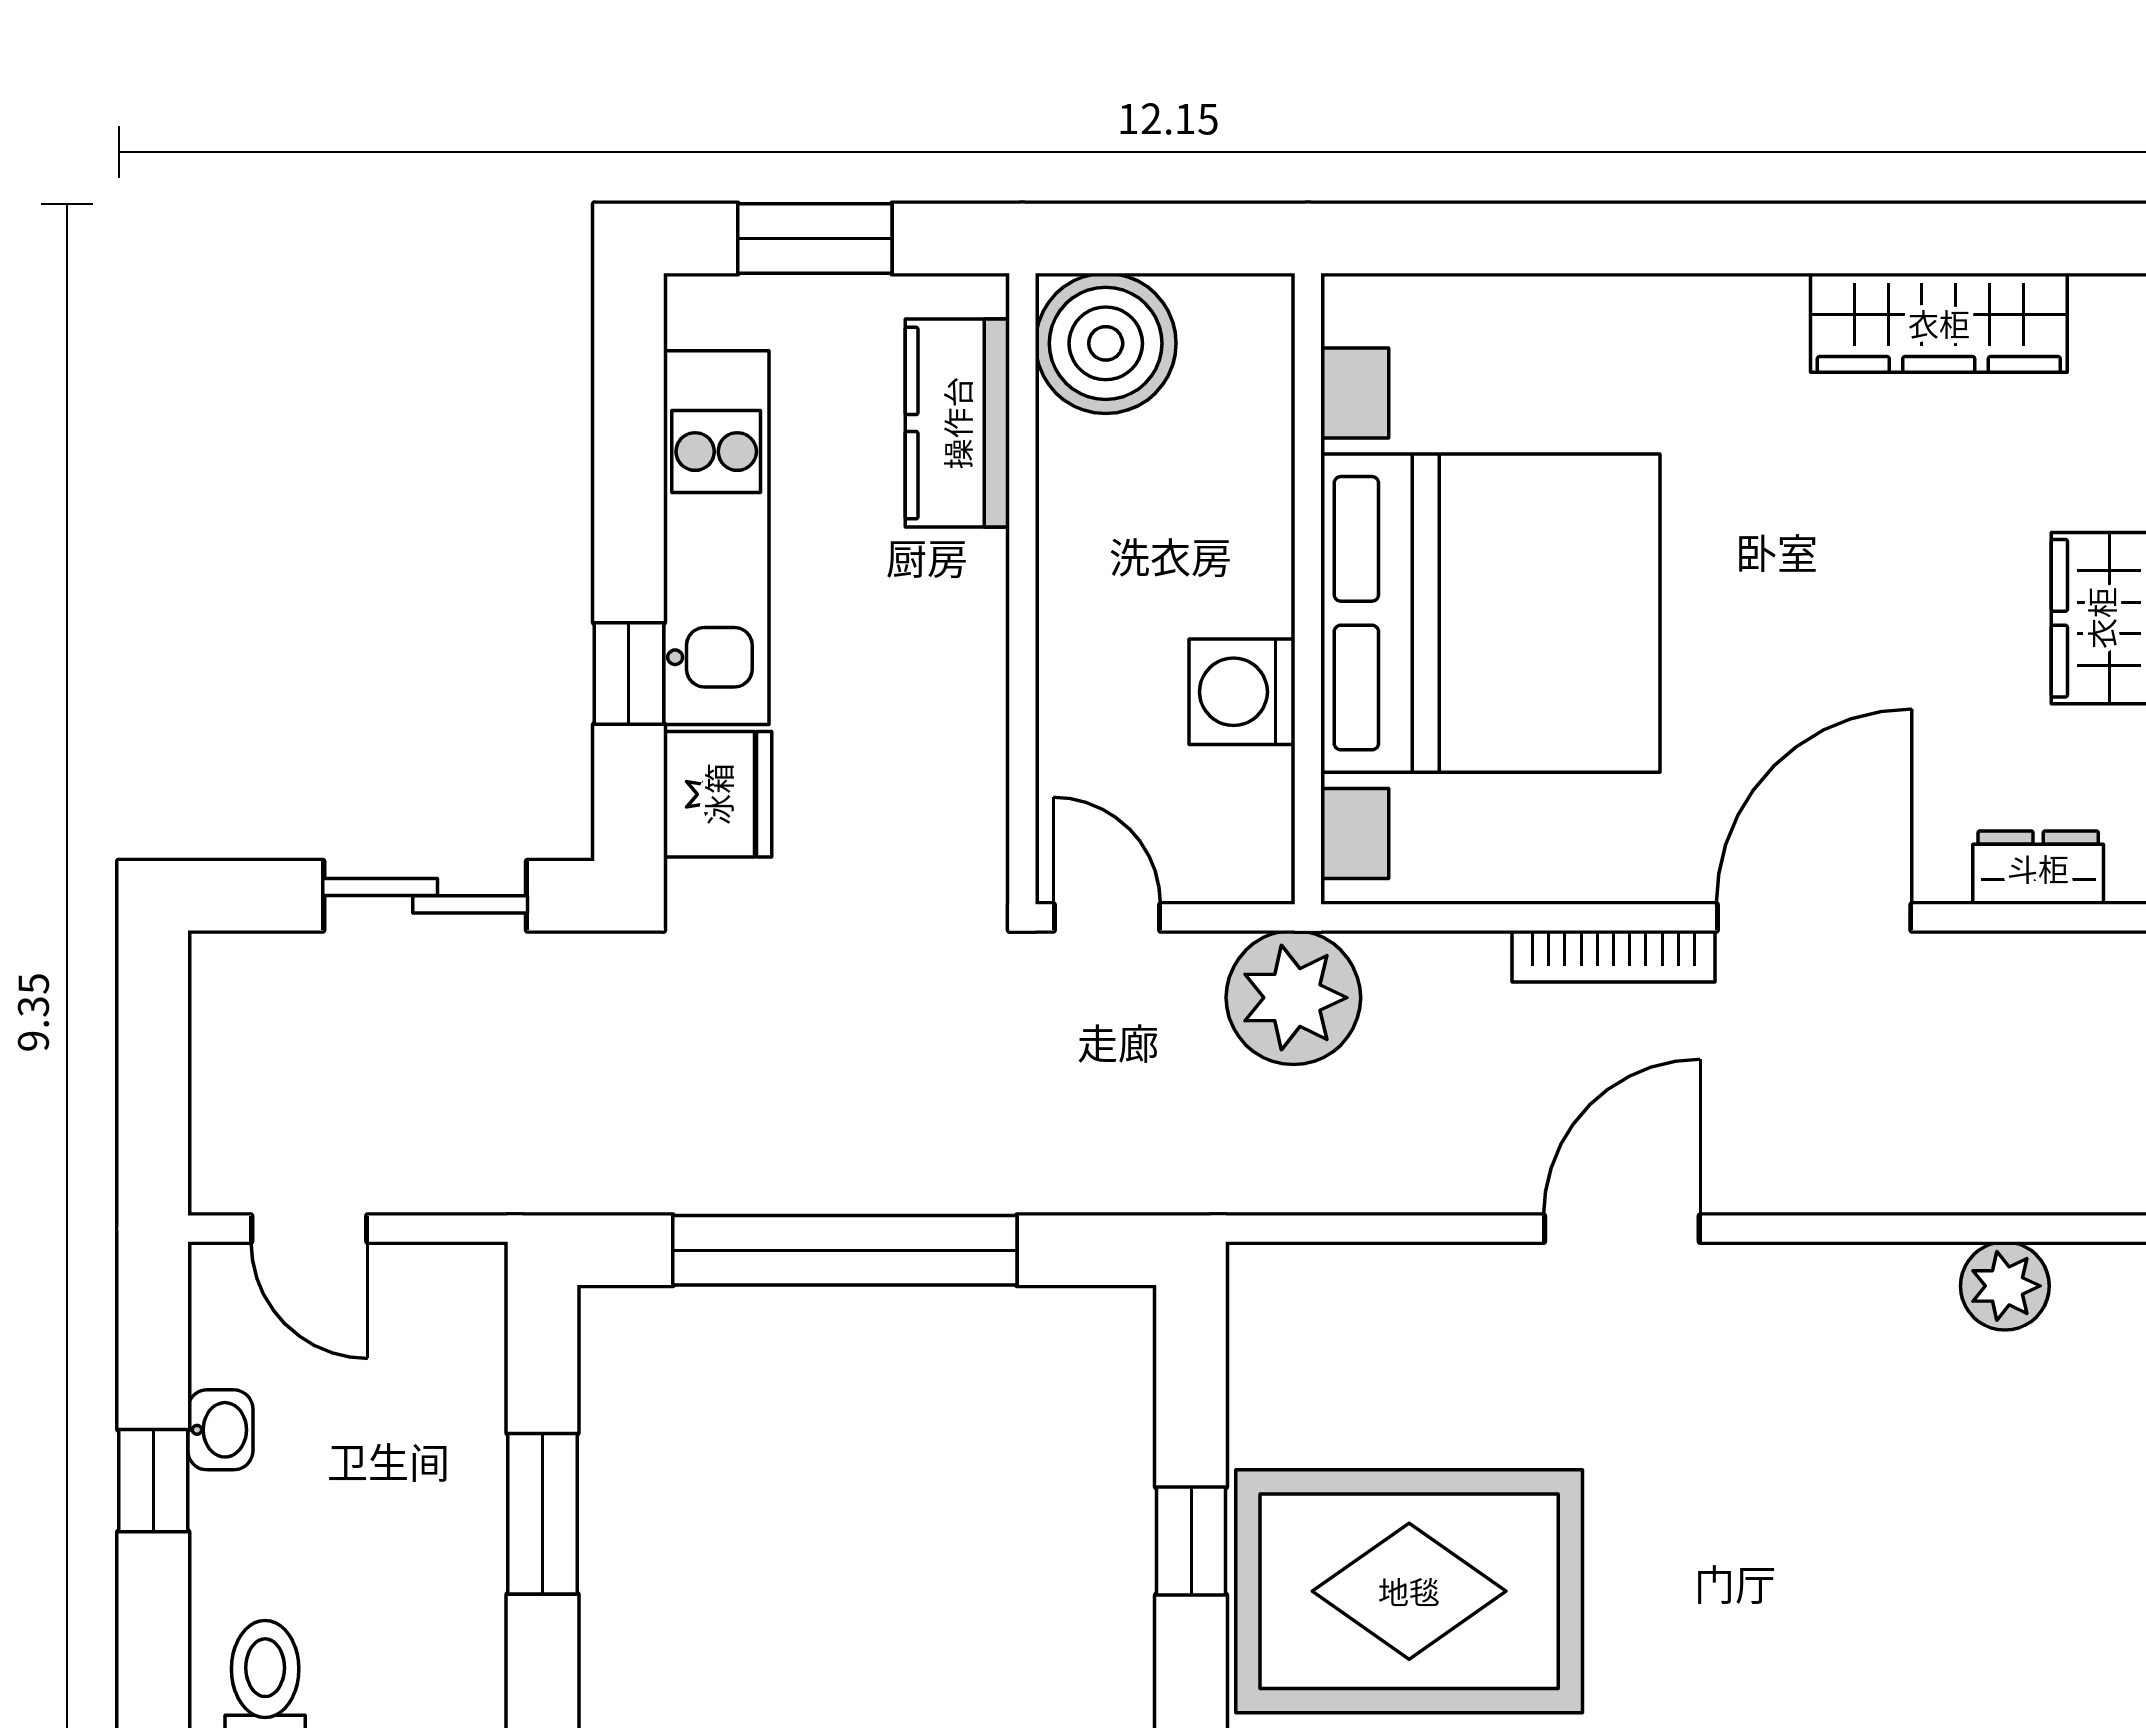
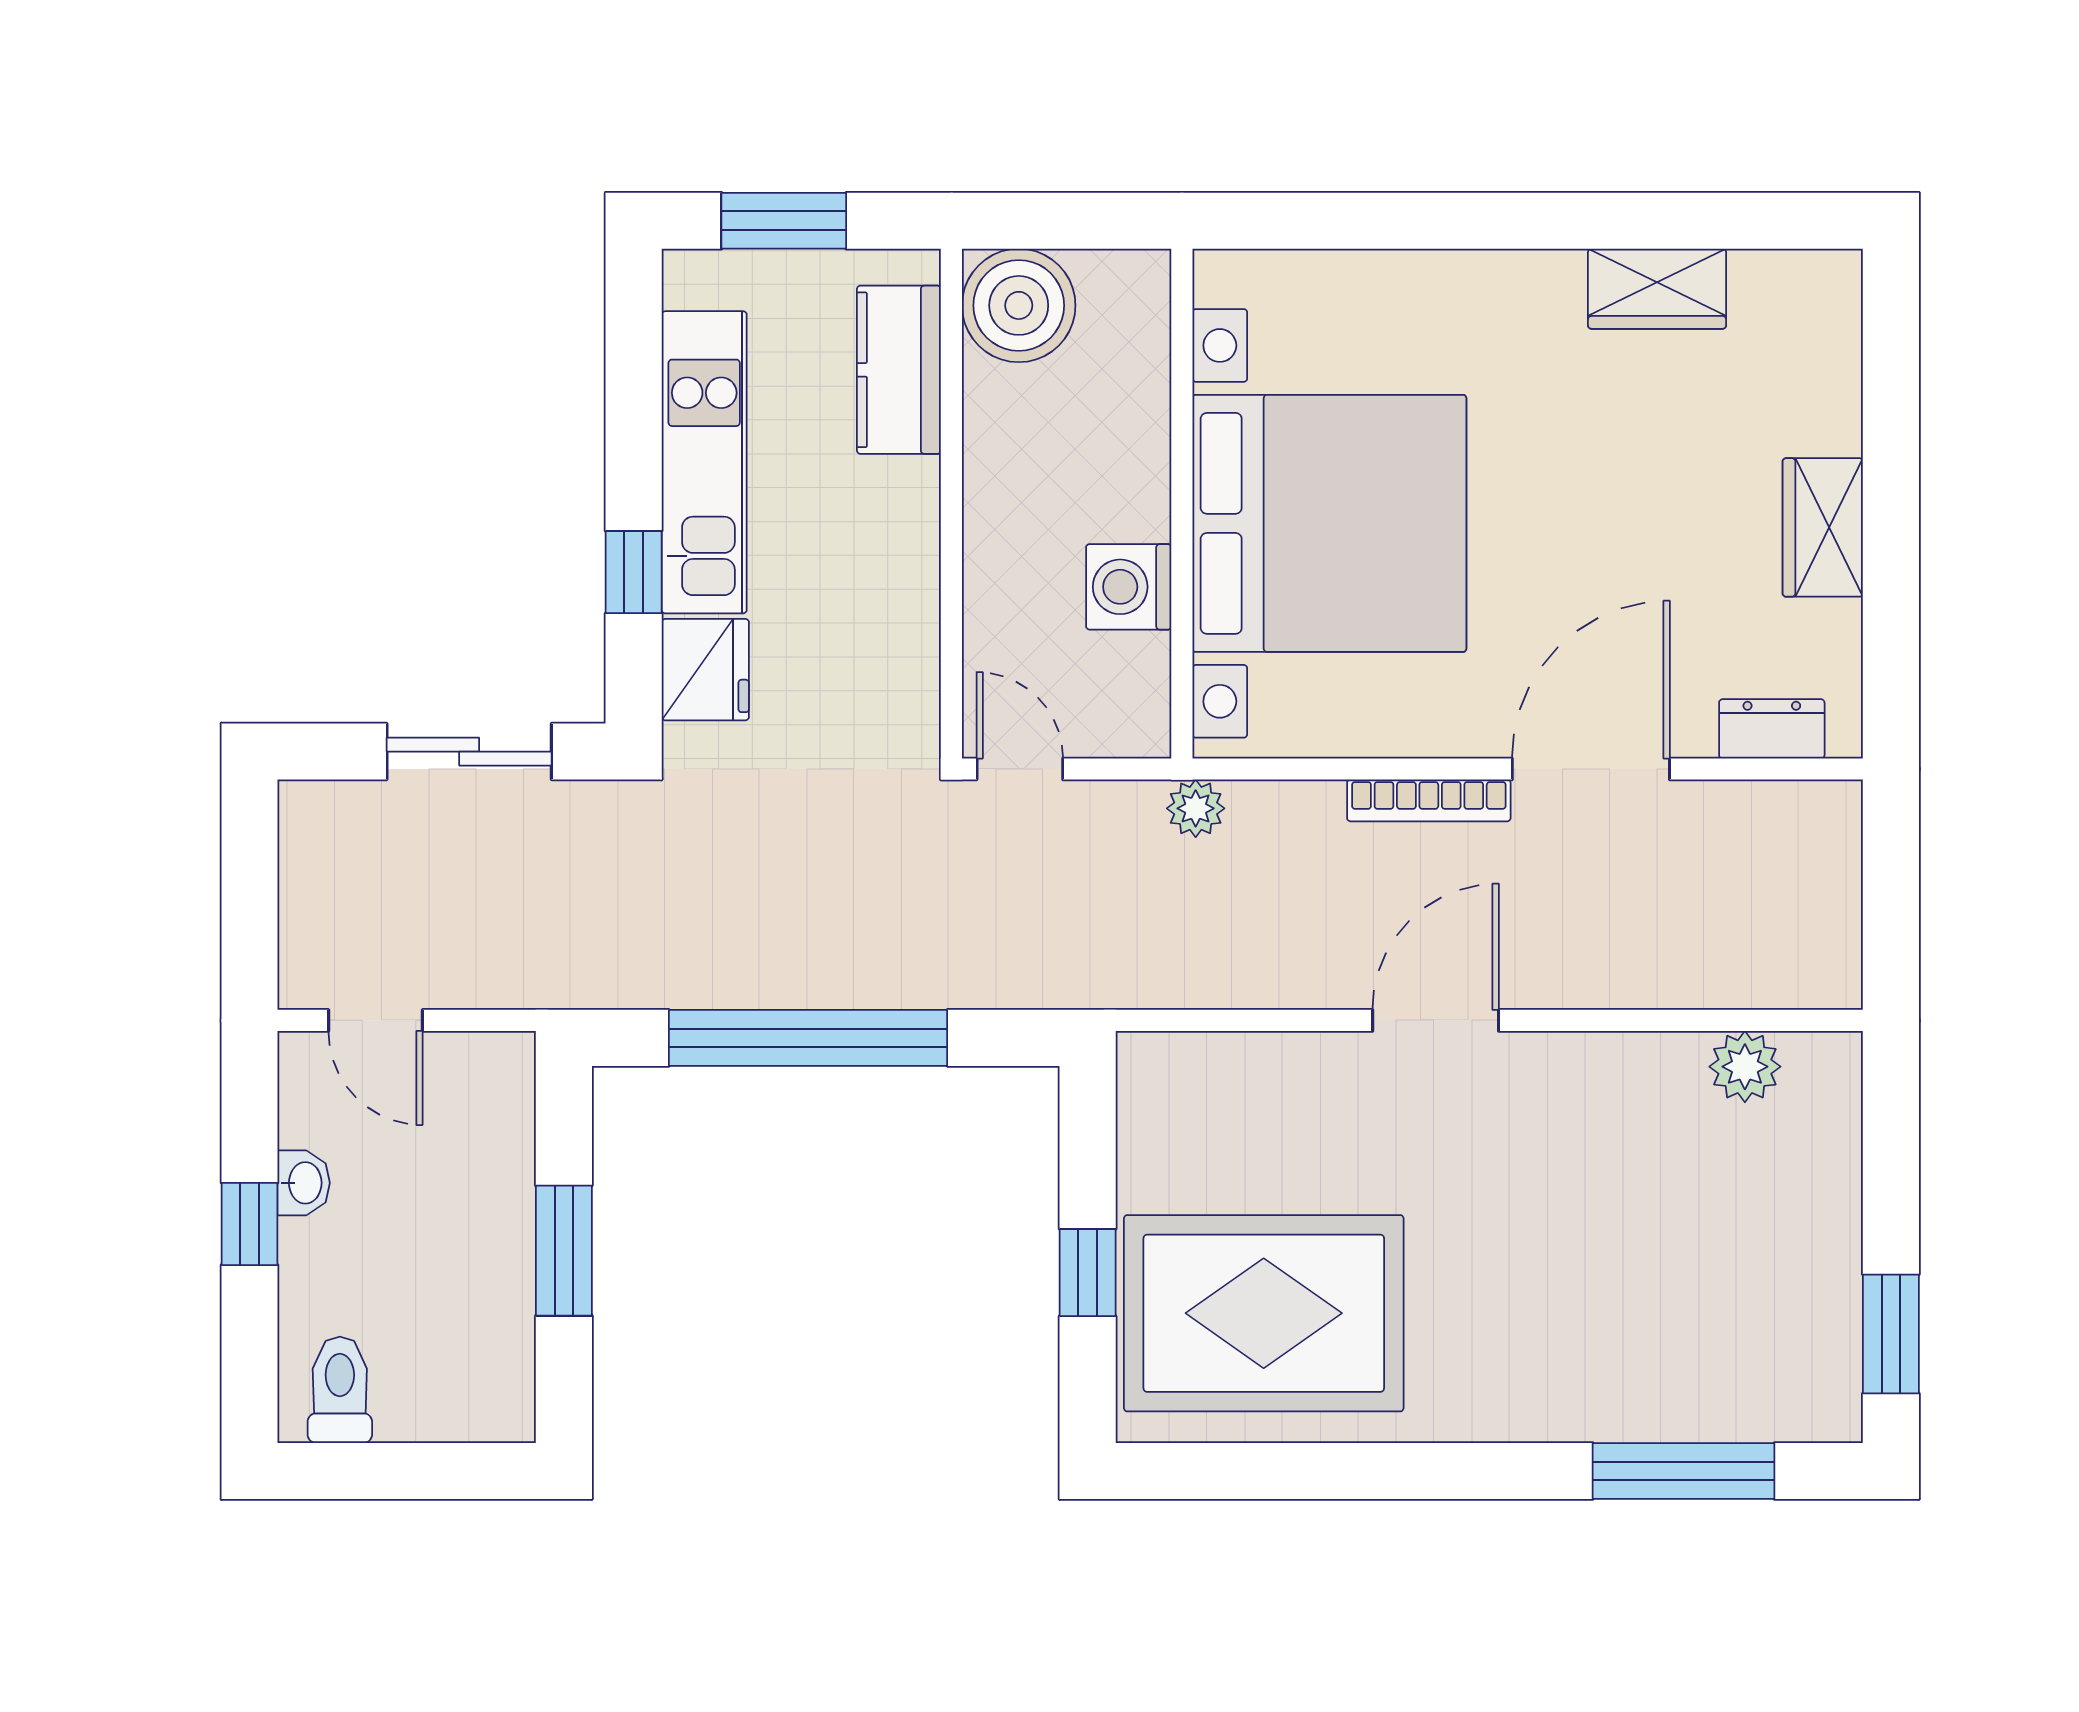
wardrobe: (1939, 323) -> (1657, 289), width x0.67
plant: (1293, 998) -> (1196, 808), width x0.53, depth x0.53

